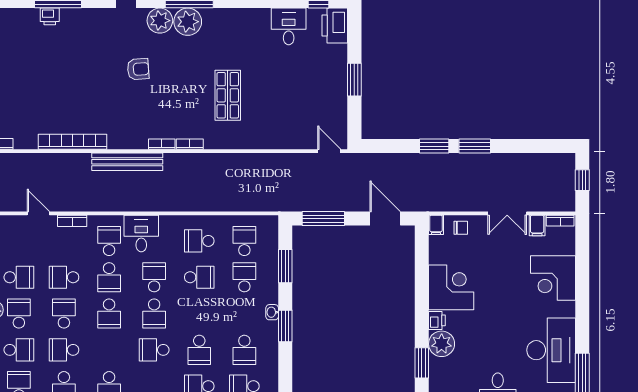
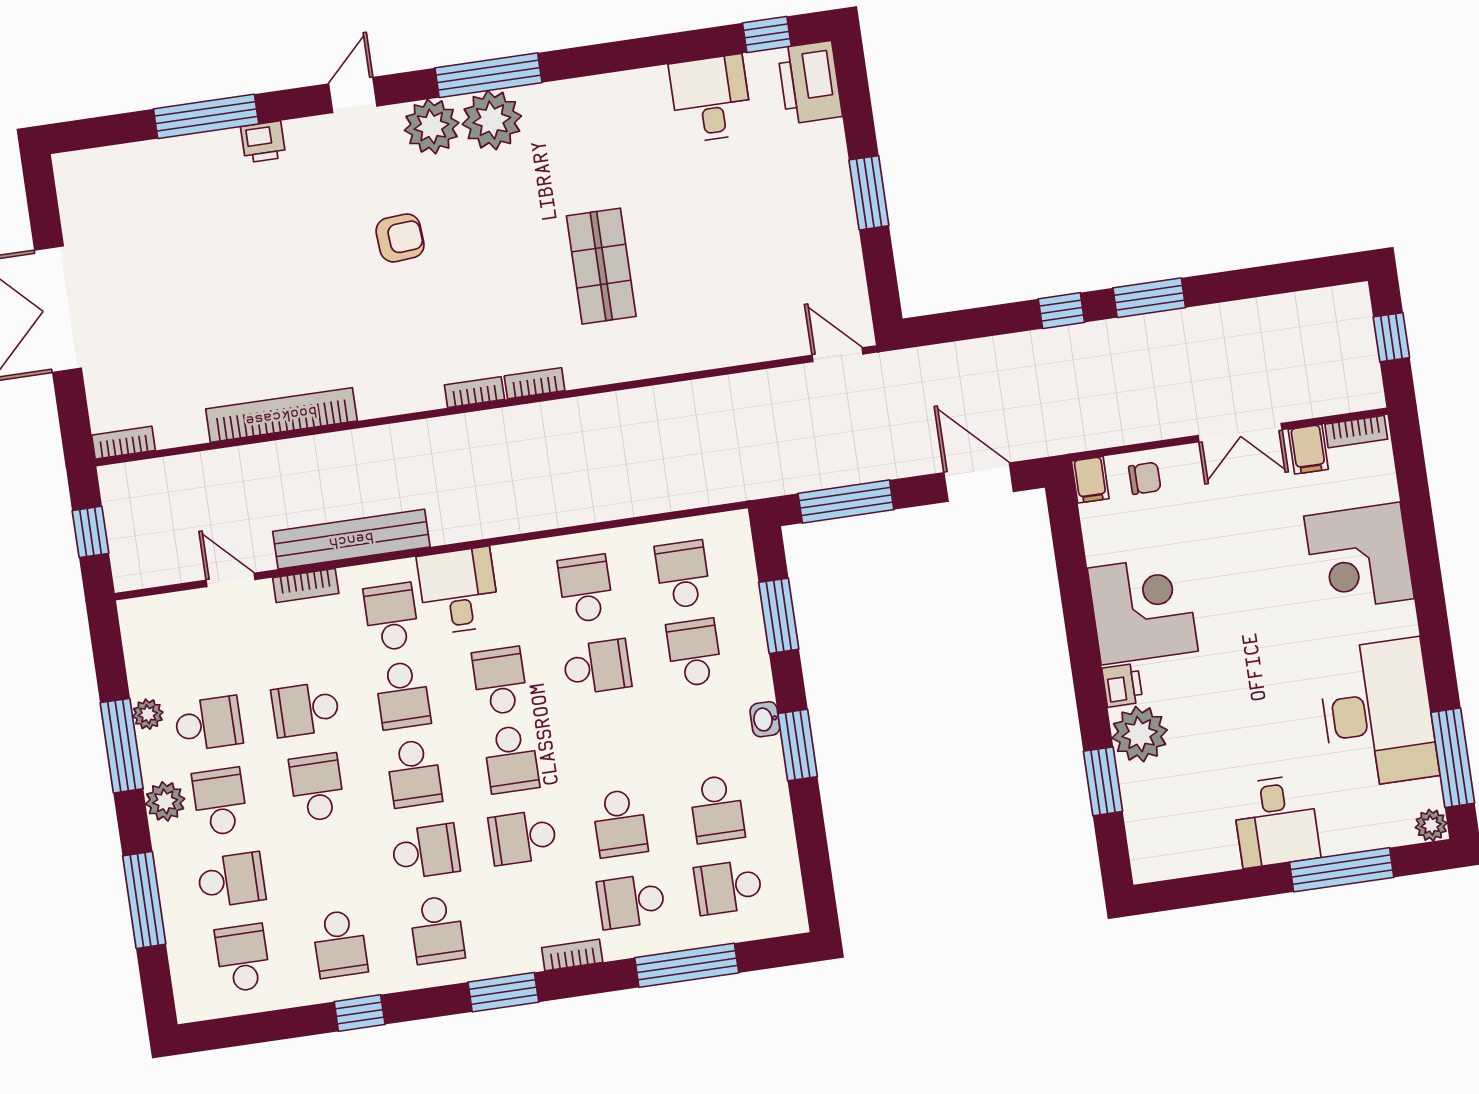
printer: (50, 16) -> (263, 142), moved
window: (434, 146) -> (1061, 311), width x0.67
bench: (127, 162) -> (351, 539), moved
school desk: (199, 241) -> (586, 589), turned 90
school desk: (64, 350) -> (426, 852), moved, turned 180

